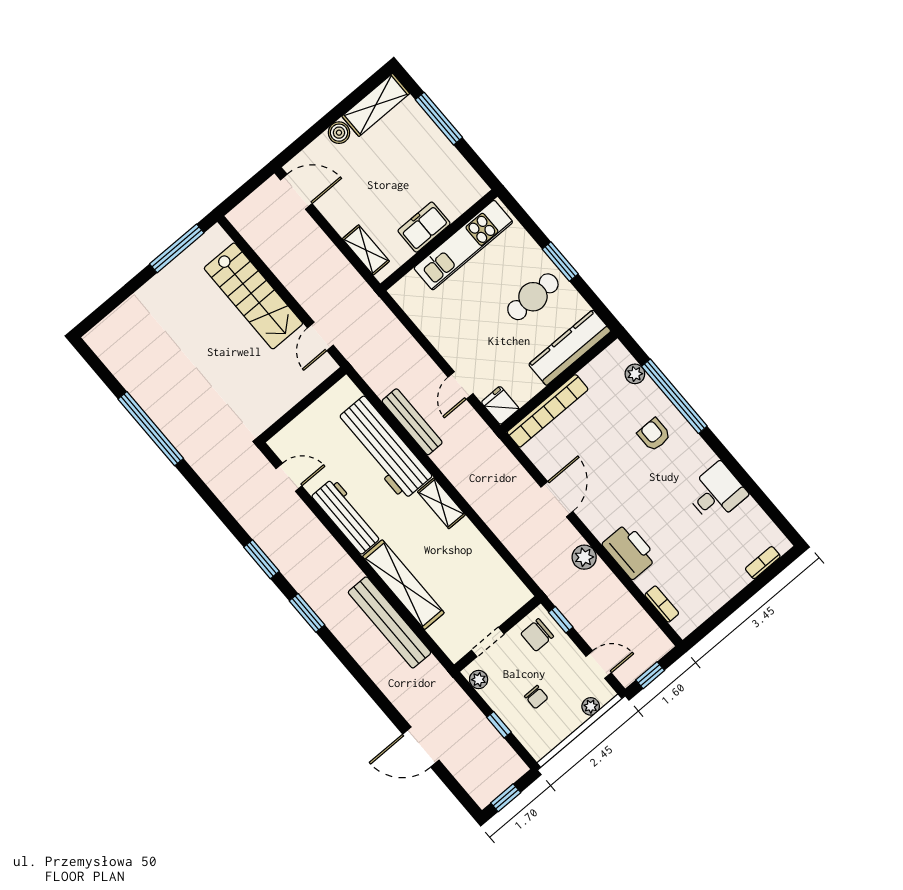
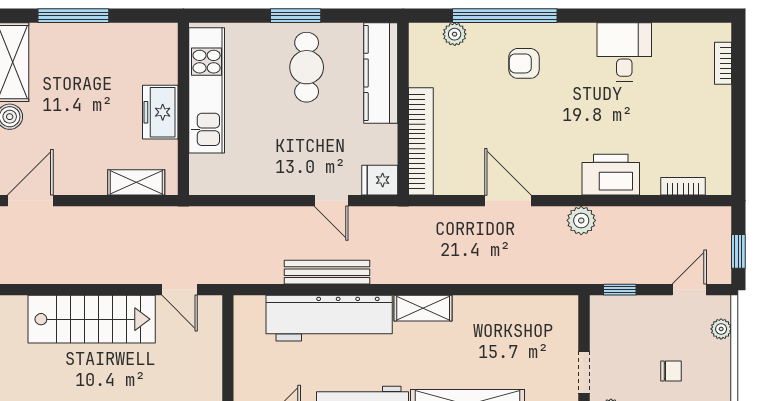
chair: (537, 635) -> (615, 323), removed

